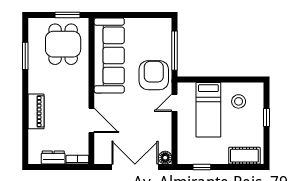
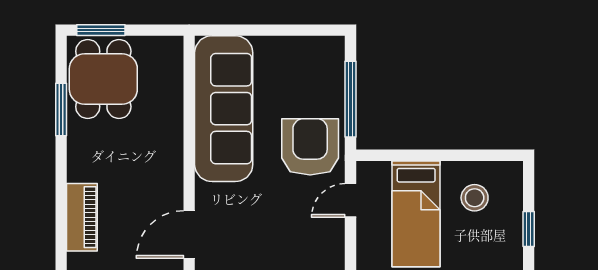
window: (68, 15) -> (101, 30), moved
dining table: (63, 44) -> (103, 79), moved
door: (91, 120) -> (189, 234), swing flipped

